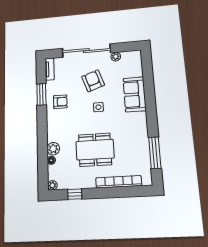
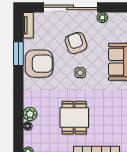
armchair: (60, 102) -> (39, 64), width x1.88, depth x1.88
dining table: (95, 150) -> (74, 118), width x0.73

